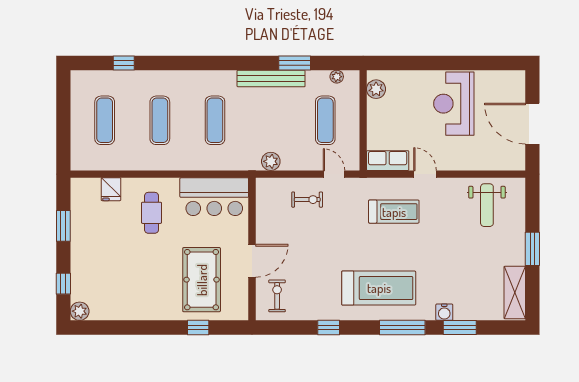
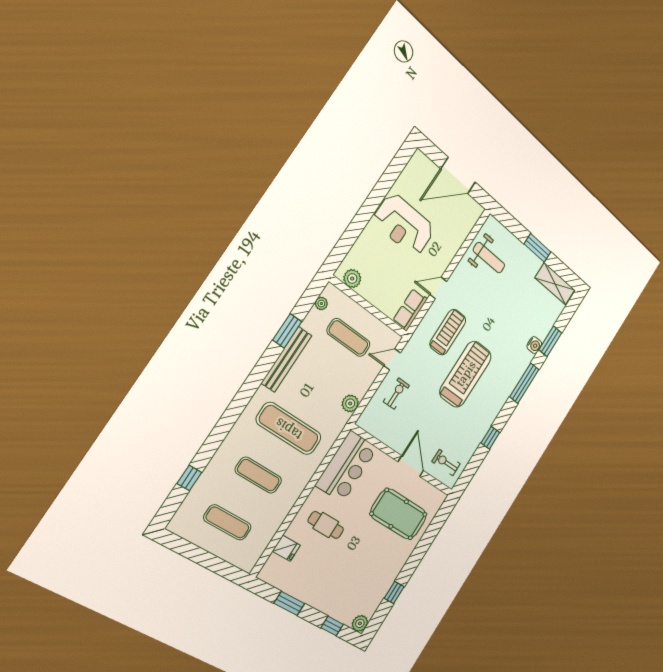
exercise mat: (215, 120) -> (289, 429), width x1.36, depth x1.45
treadmill: (379, 288) -> (466, 374), moved
window: (198, 328) -> (394, 592), moved

